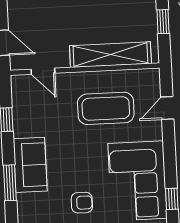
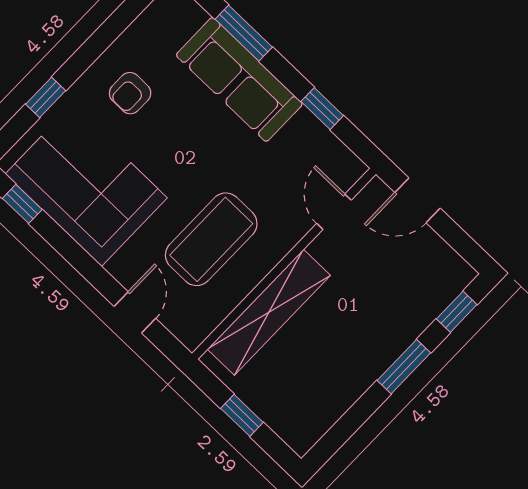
door: (43, 71) -> (334, 212), hinge flipped
sofa: (30, 165) -> (239, 79), width x1.36

